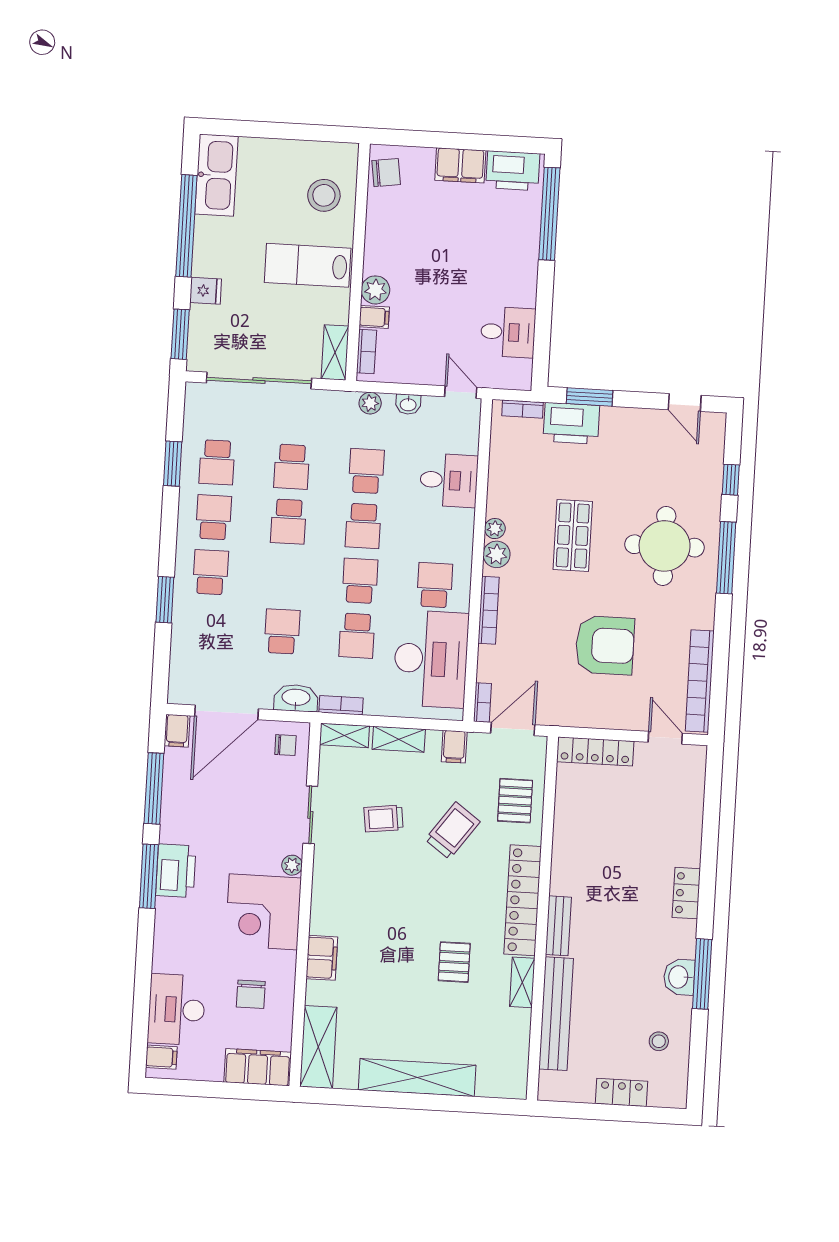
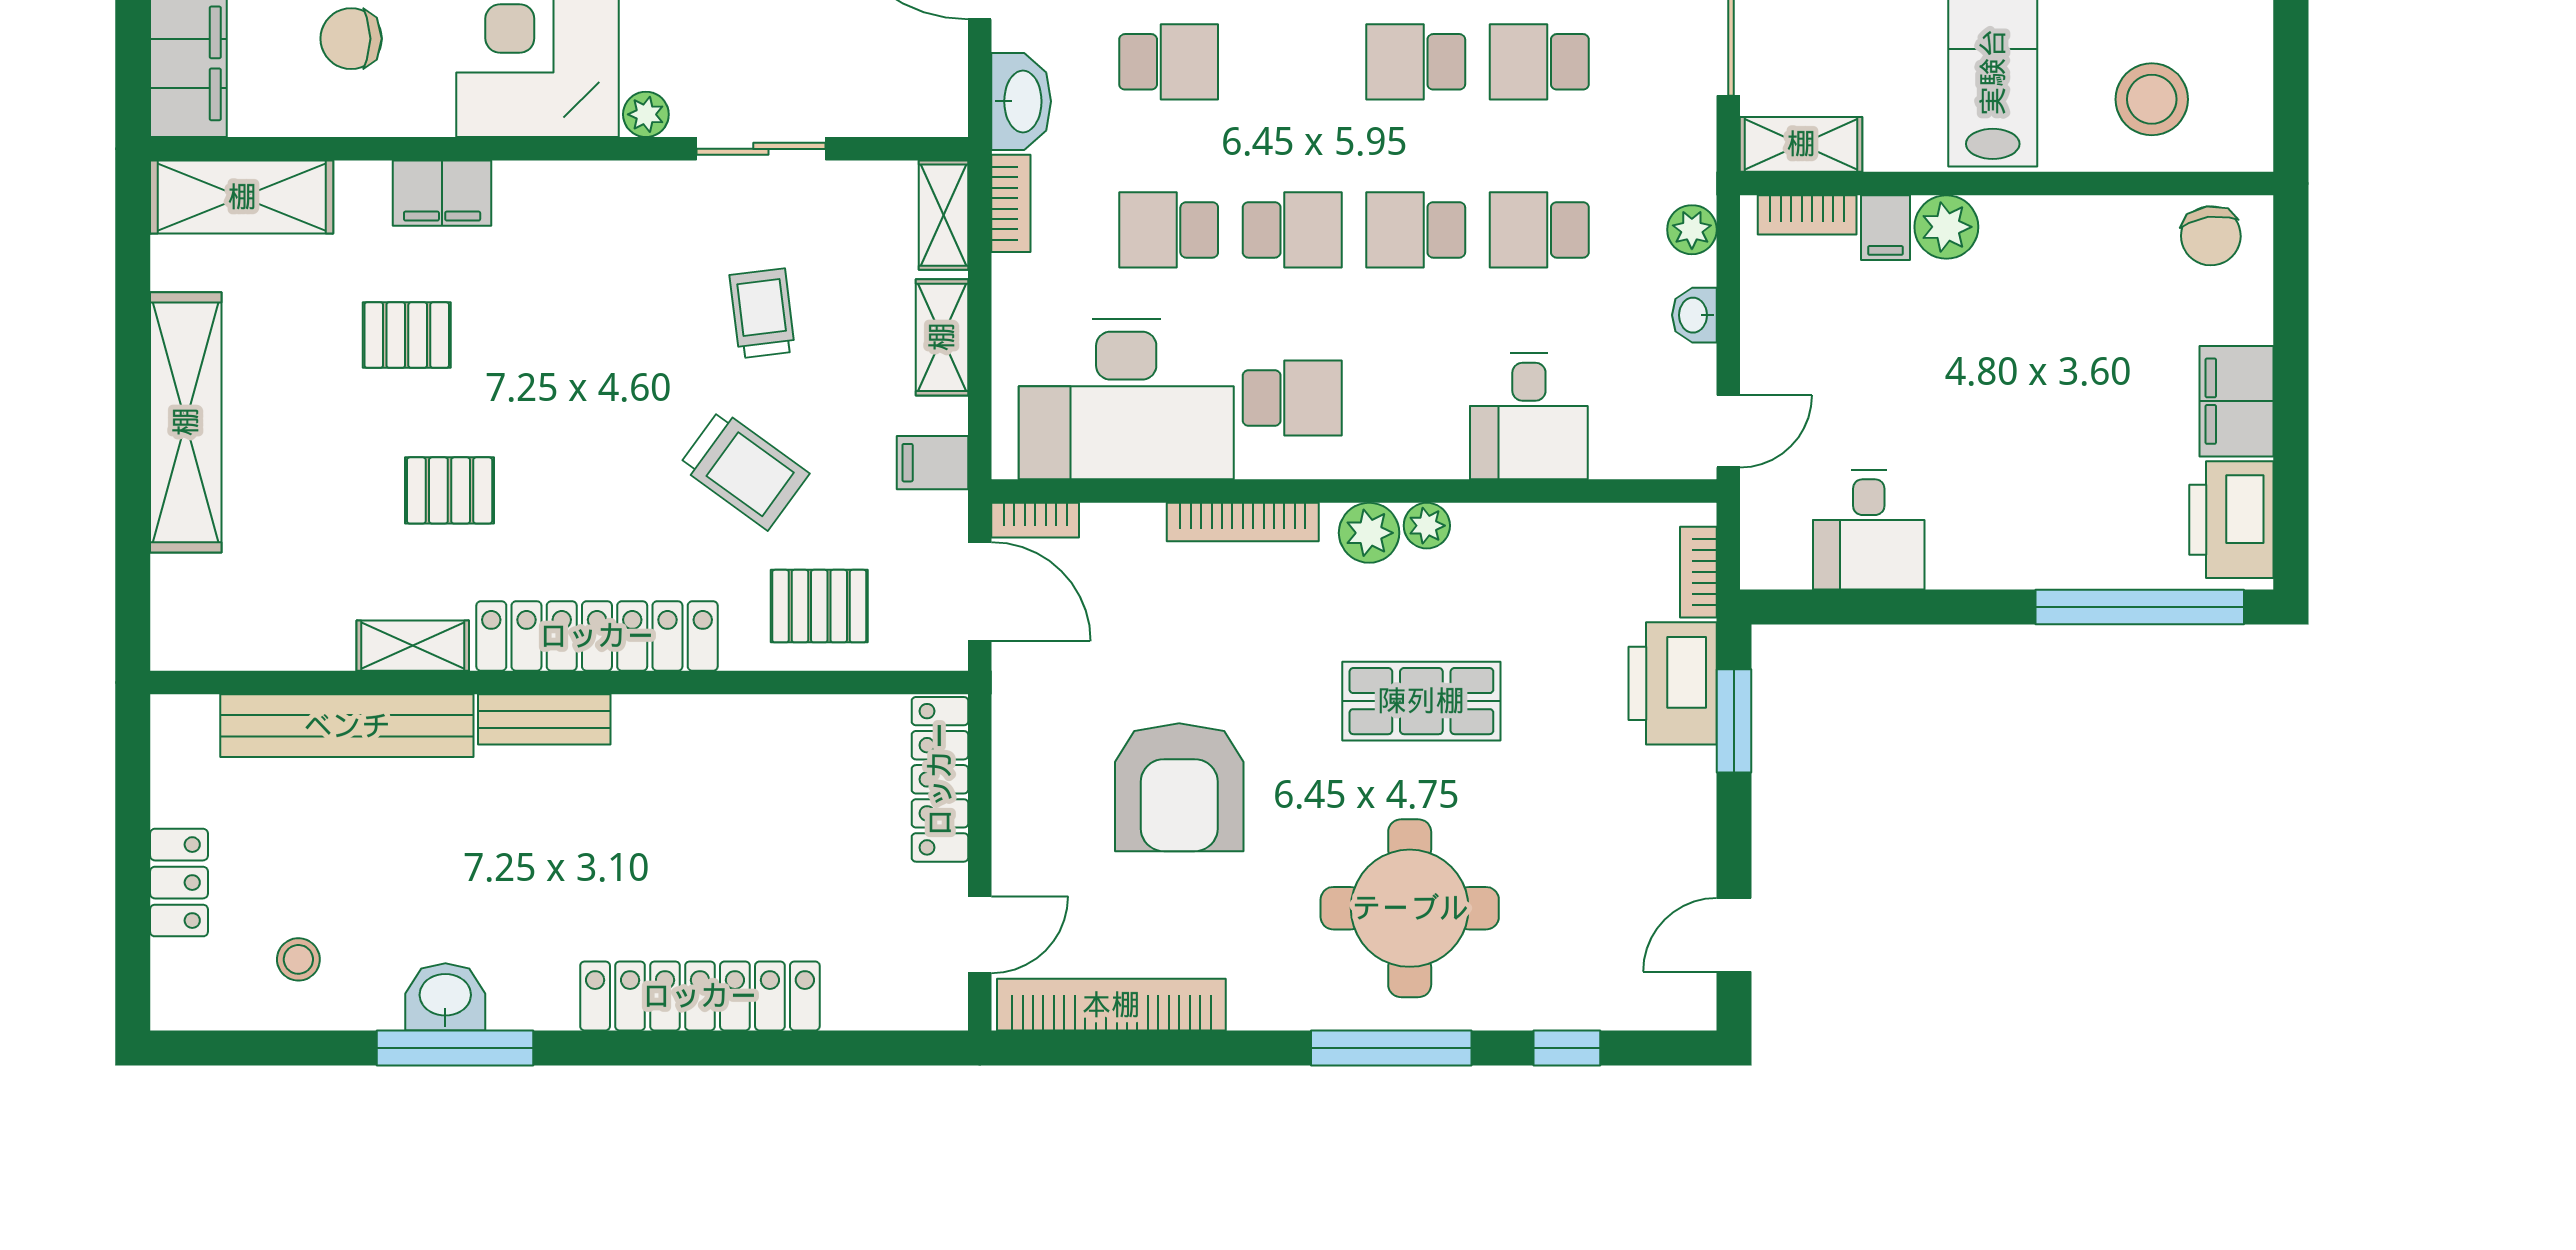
school desk: (366, 471) -> (1539, 230), turned 180
chair: (285, 745) -> (914, 84), removed
locker: (686, 893) -> (700, 996), width x2.16, depth x1.21
pallet: (384, 977) -> (407, 335), added

